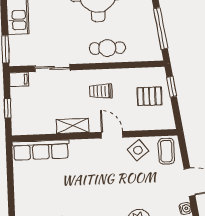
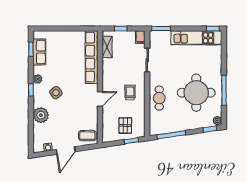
shelving: (73, 126) -> (107, 47), moved
row of seats: (41, 150) -> (92, 57), width x1.36
side table: (138, 150) -> (56, 93), moved

